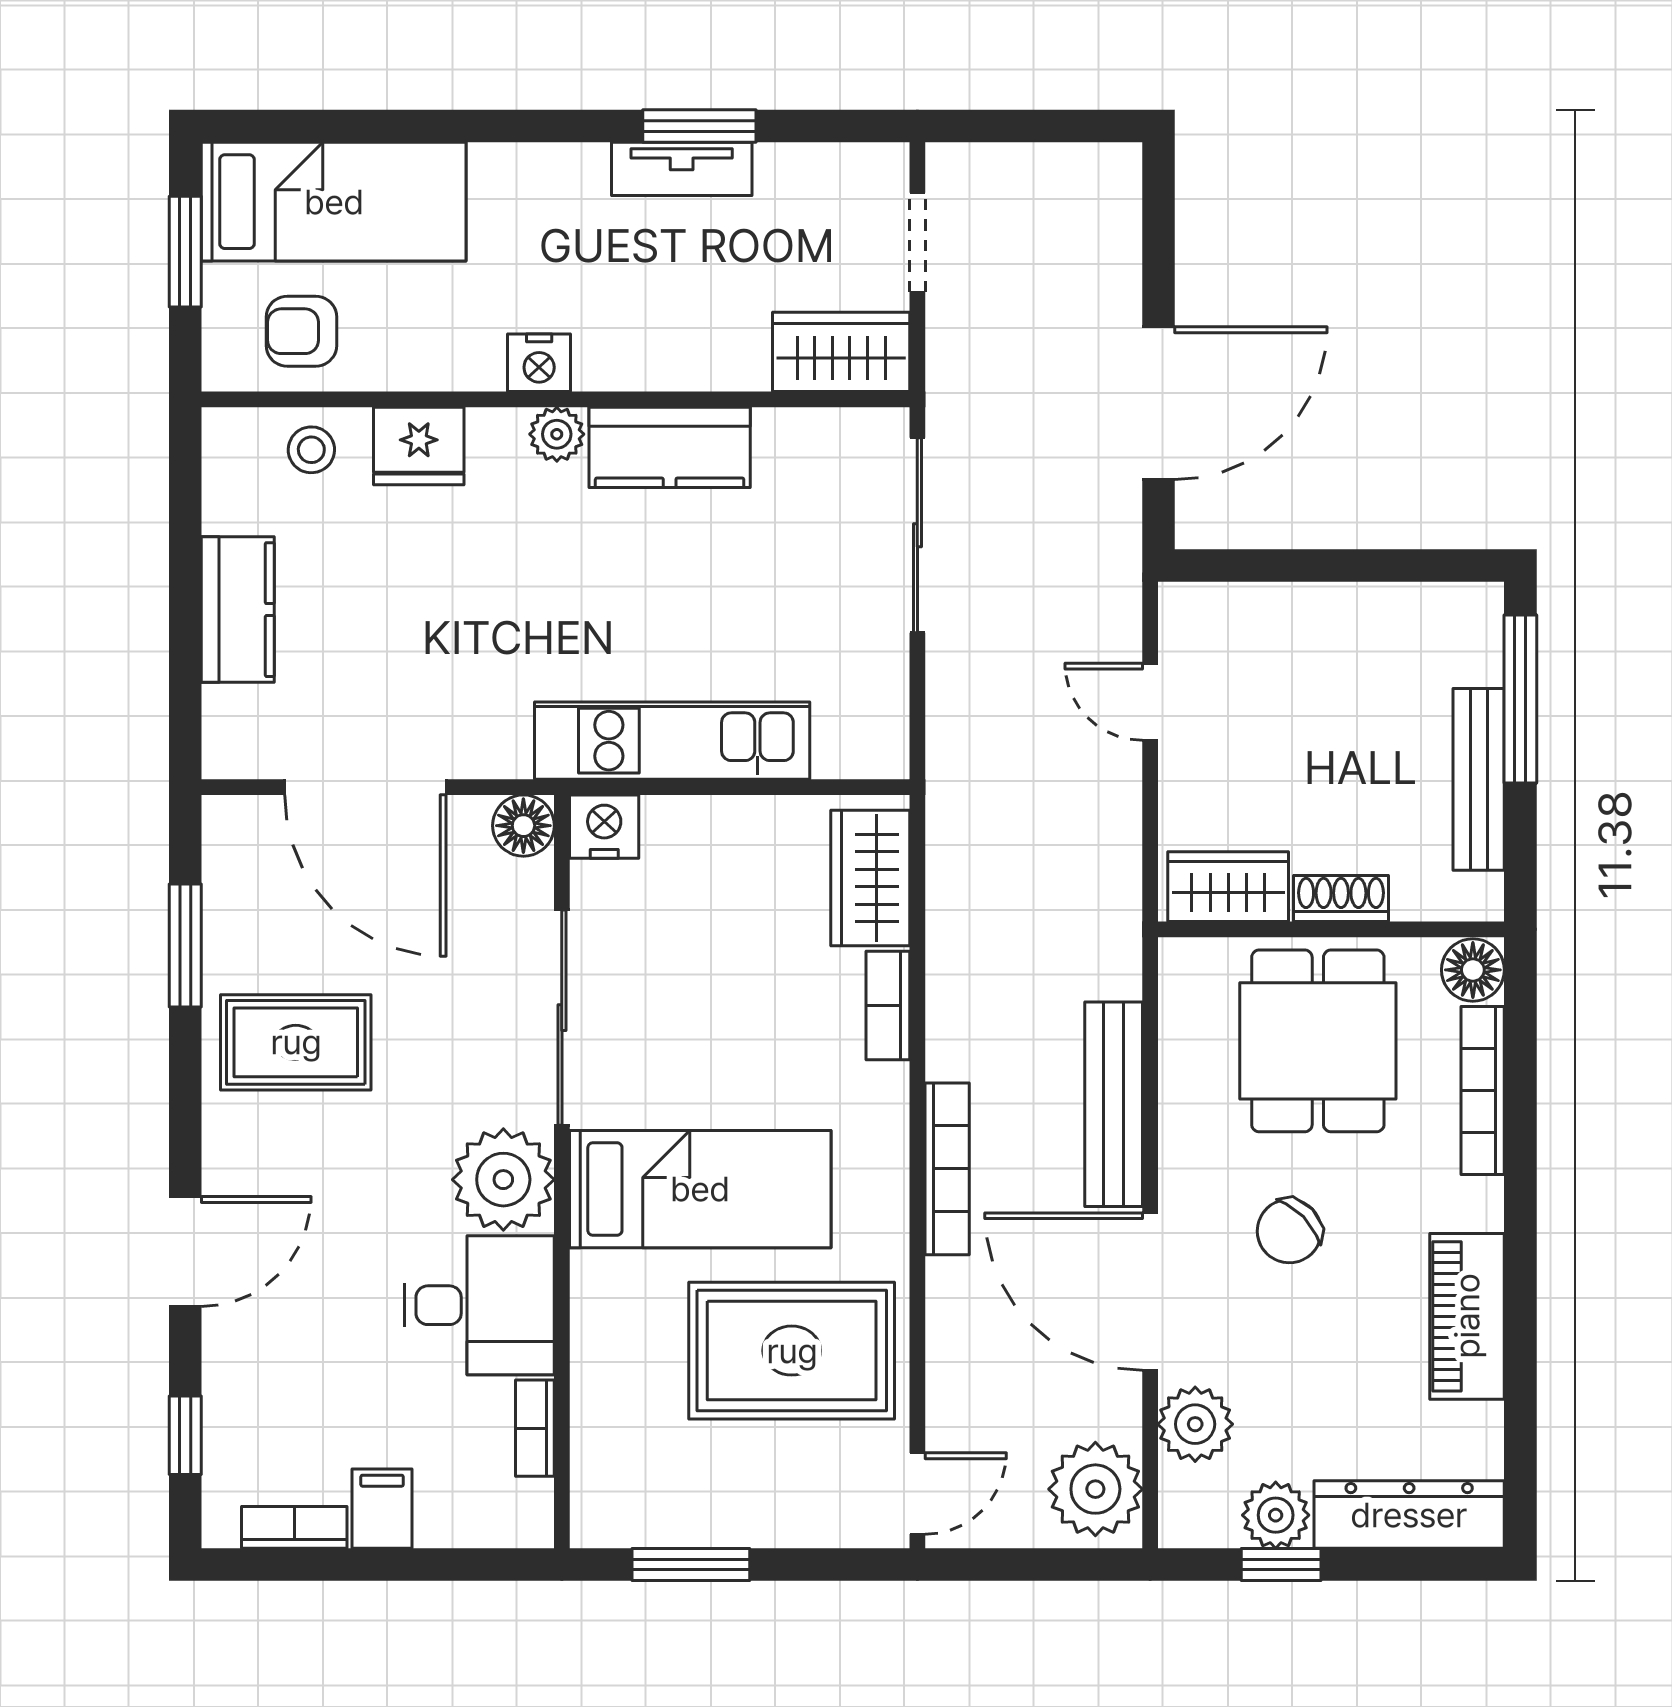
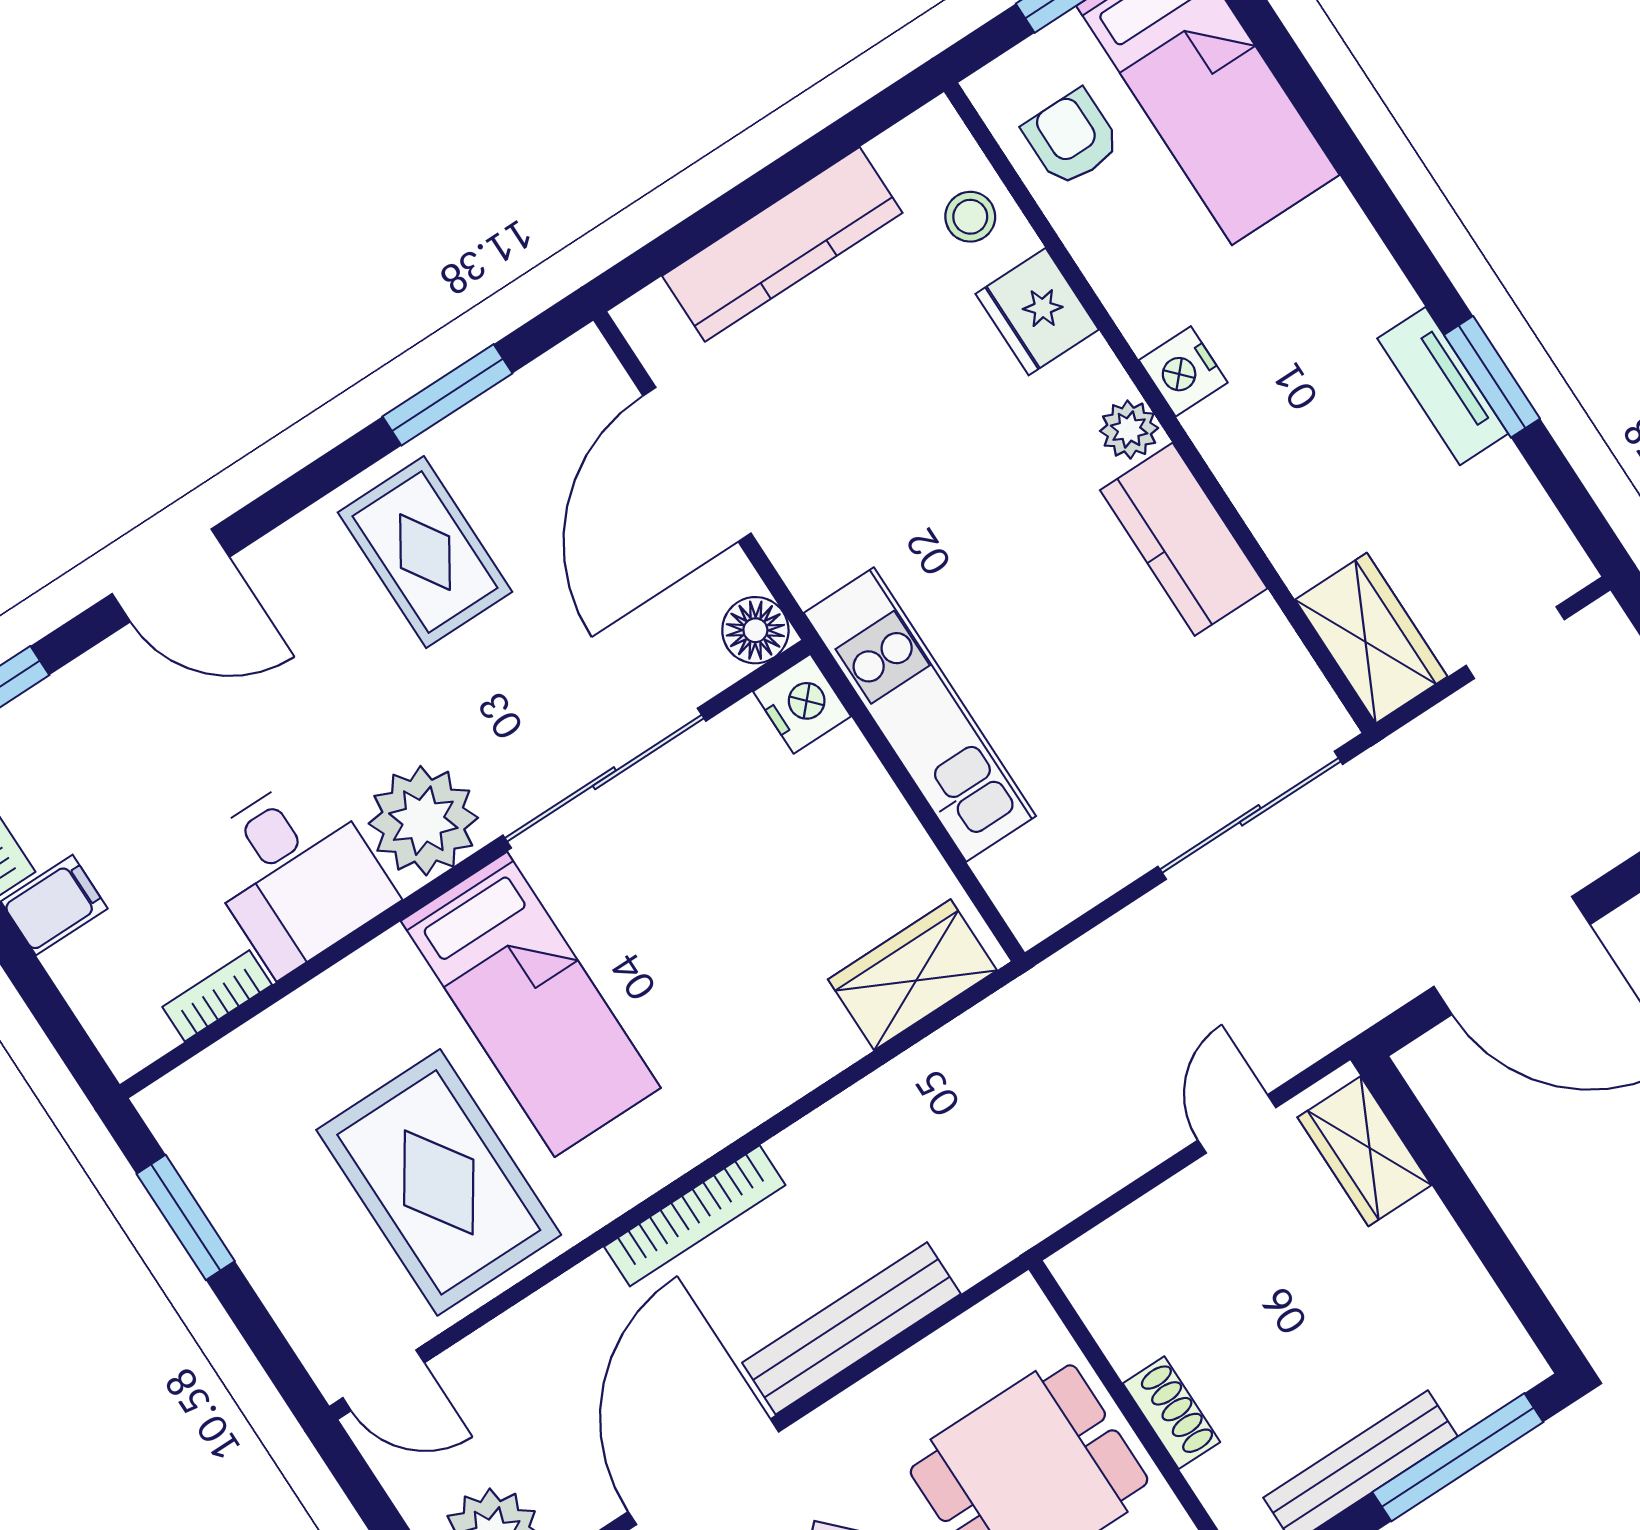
kitchen counter: (238, 610) -> (782, 244), width x1.50
wardrobe: (1228, 887) -> (1364, 1151), moved, turned 180
bookcase: (888, 1005) -> (808, 1066), removed

